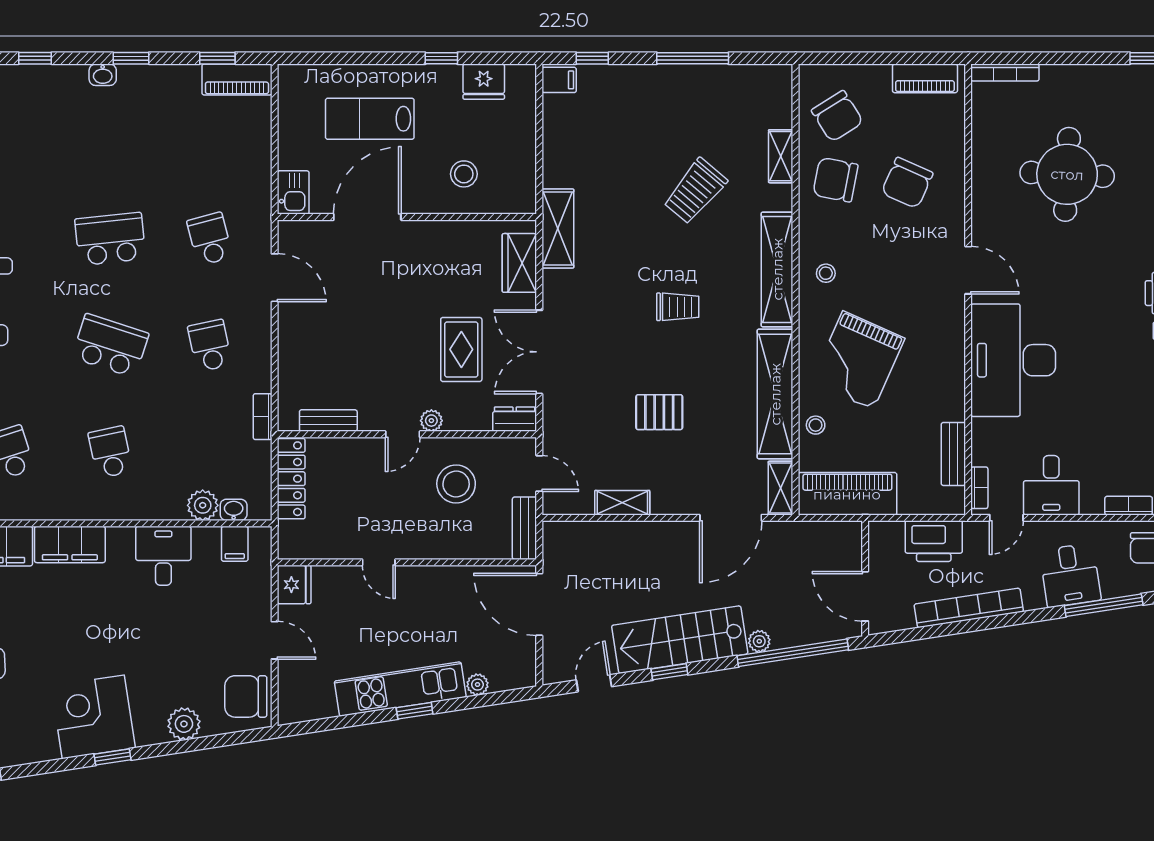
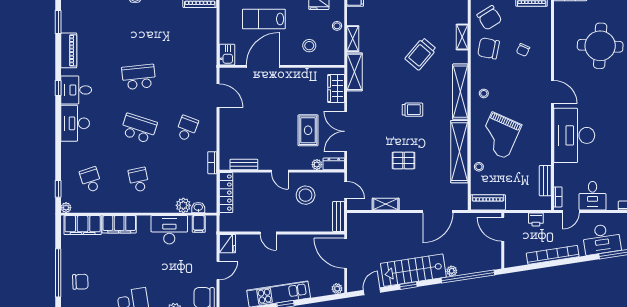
stool: (521, 133) -> (337, 26), added
chair: (907, 183) -> (523, 50), width x0.54, depth x0.54
school desk: (210, 239) -> (187, 77), removed
school desk: (210, 346) -> (187, 128), turned 33
plant: (431, 421) -> (317, 165), moved
door: (403, 434) -> (280, 171), hinge flipped
shelving: (781, 488) -> (353, 39), moved
piano: (847, 494) -> (488, 202), width x0.73, depth x0.75
printer: (934, 541) -> (536, 219), width x0.53, depth x0.68
desk: (163, 556) -> (169, 230), width x1.37
desk: (1070, 575) -> (602, 239), width x1.37
door: (865, 596) -> (503, 229), moved
door: (275, 640) -> (218, 270), hinge flipped
plant: (477, 685) -> (337, 289), moved

